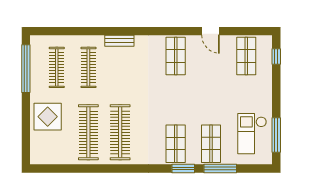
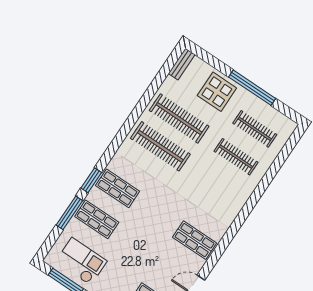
bench: (119, 41) -> (182, 64), moved
window: (26, 69) -> (252, 88), moved

